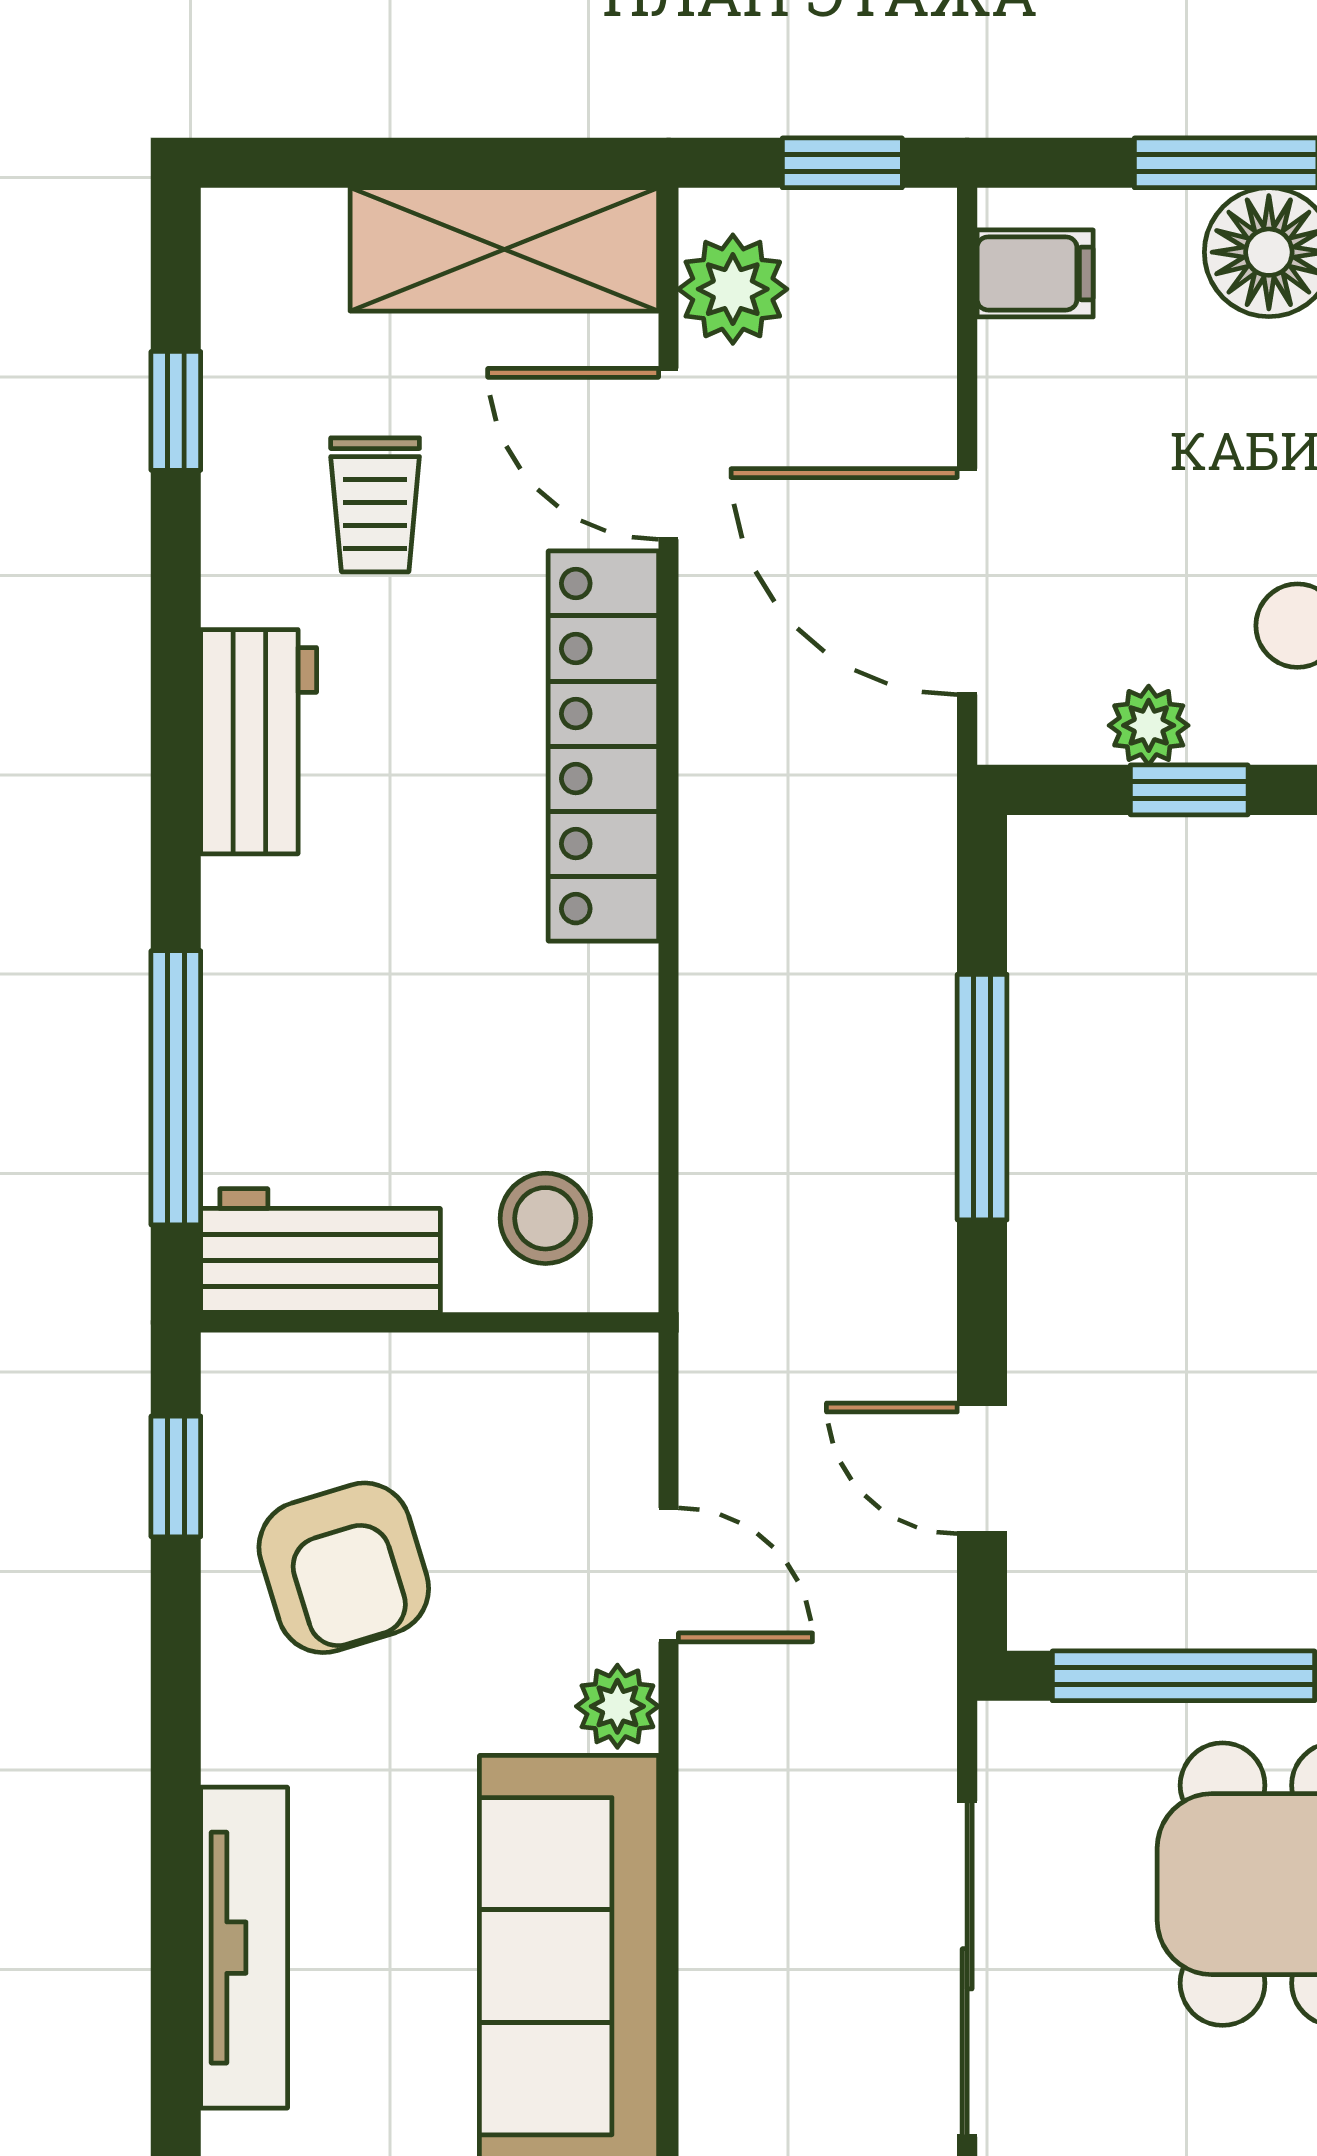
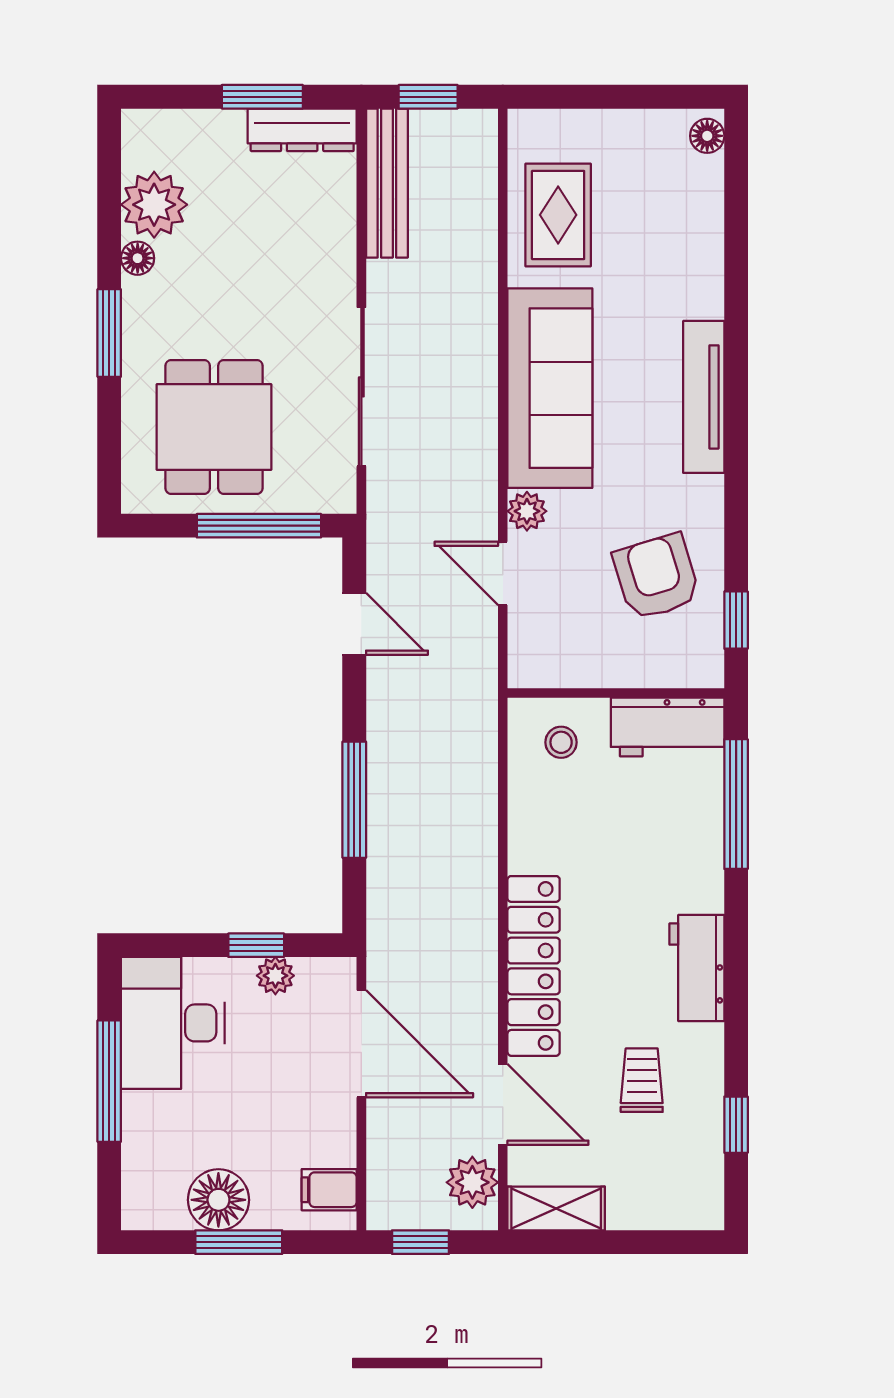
shelving: (504, 249) -> (556, 1208), width x0.67, depth x0.75
stool: (545, 1218) -> (561, 742), width x0.73, depth x0.73

